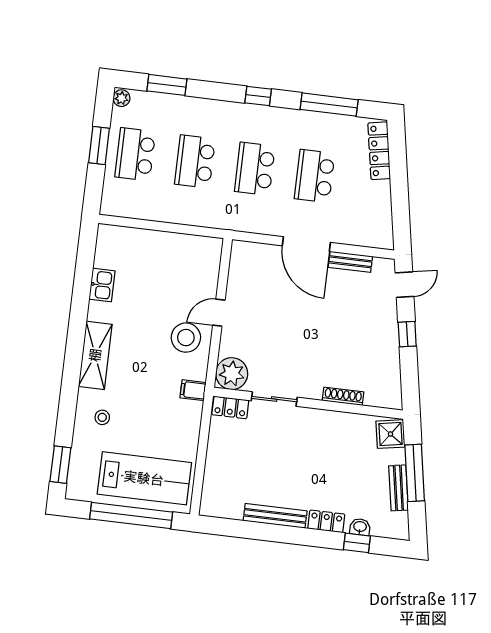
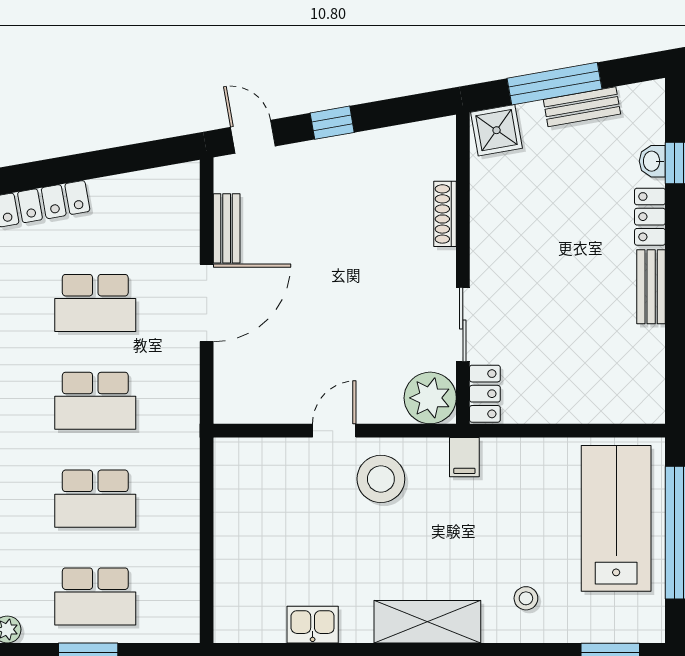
door: (219, 313) -> (334, 431), swing flipped
bench: (275, 516) -> (651, 287), width x0.73

